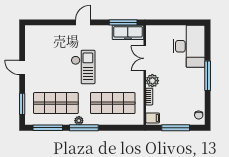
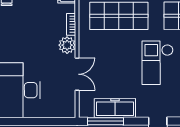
freezer: (128, 32) -> (115, 108), moved

